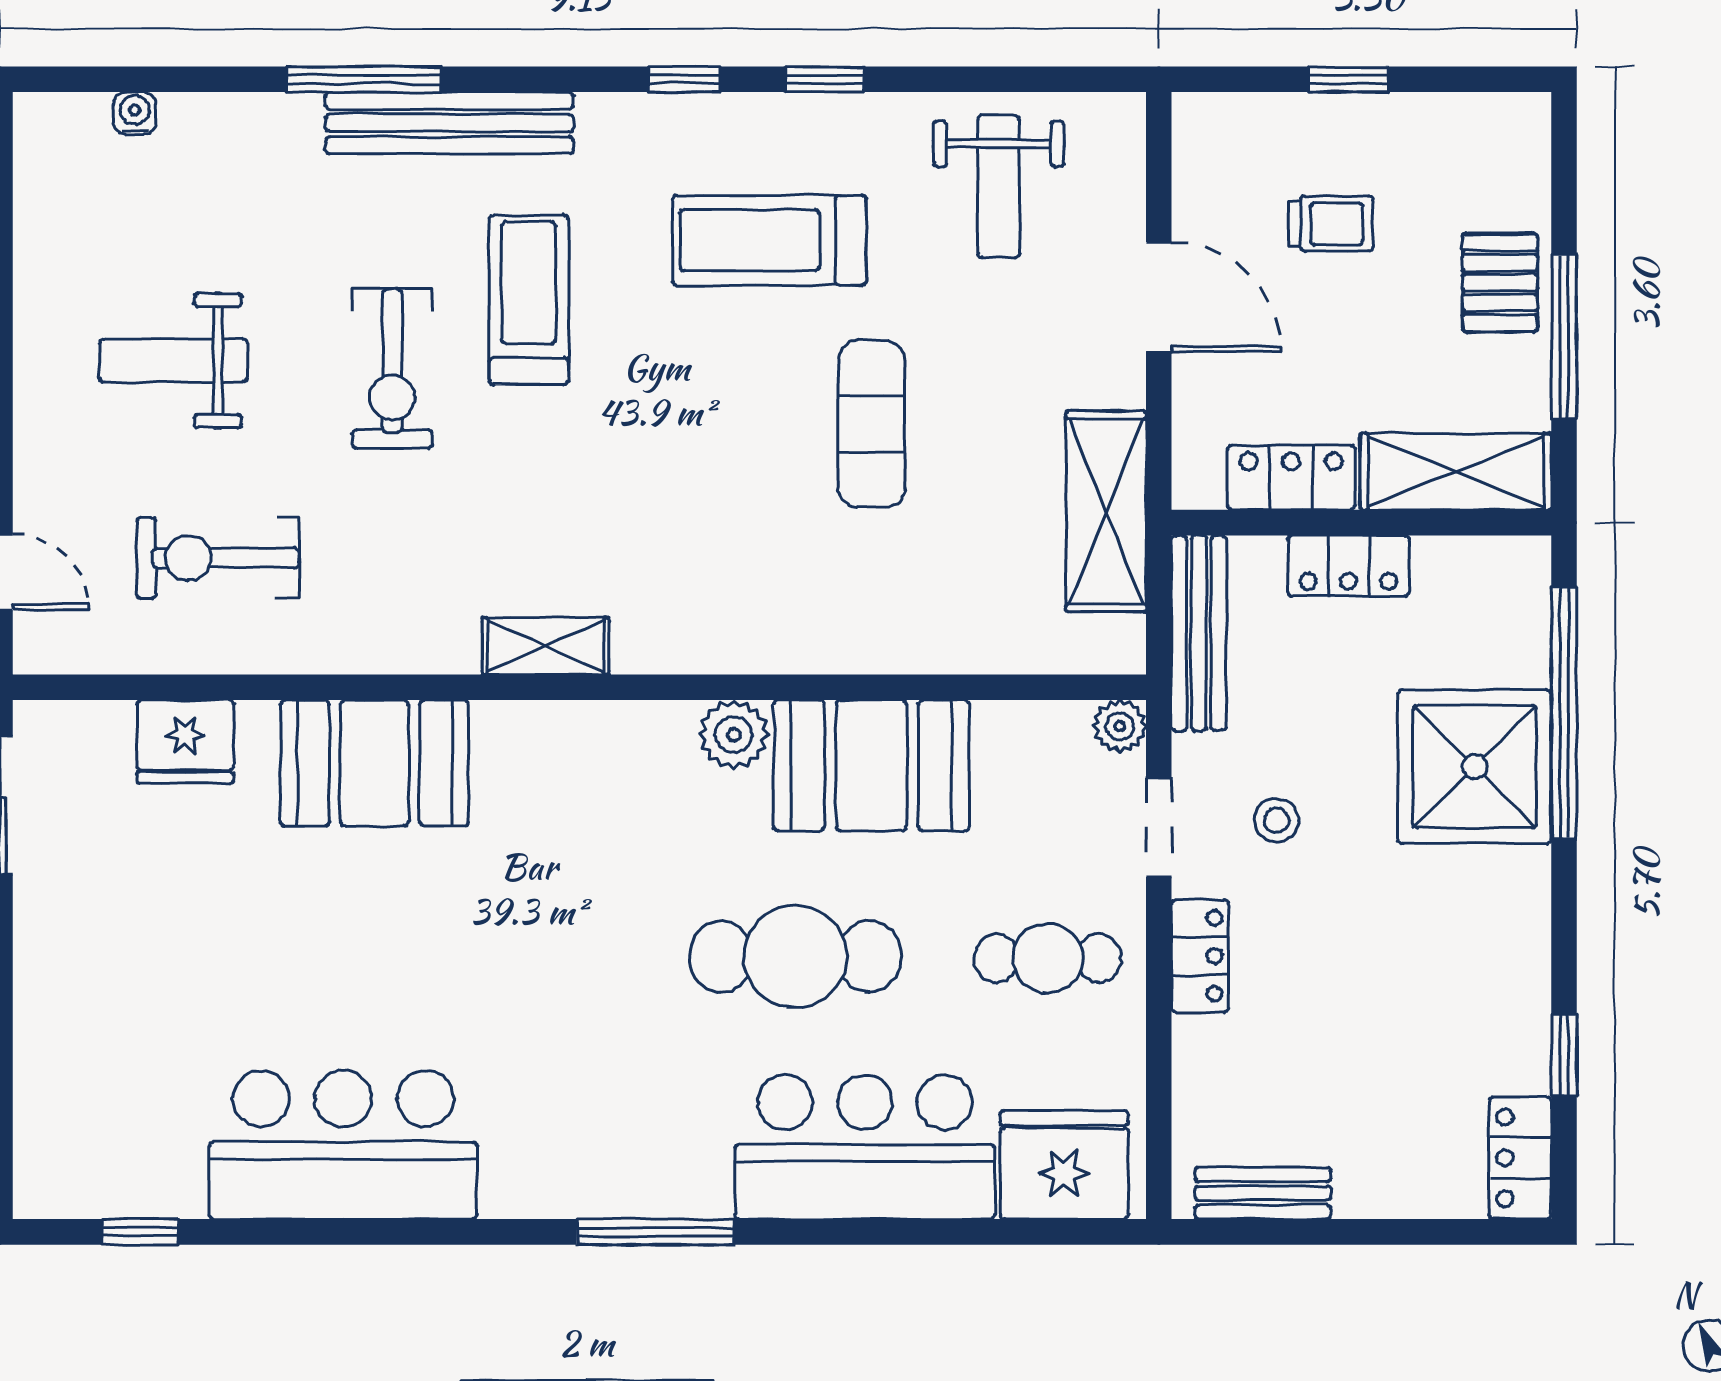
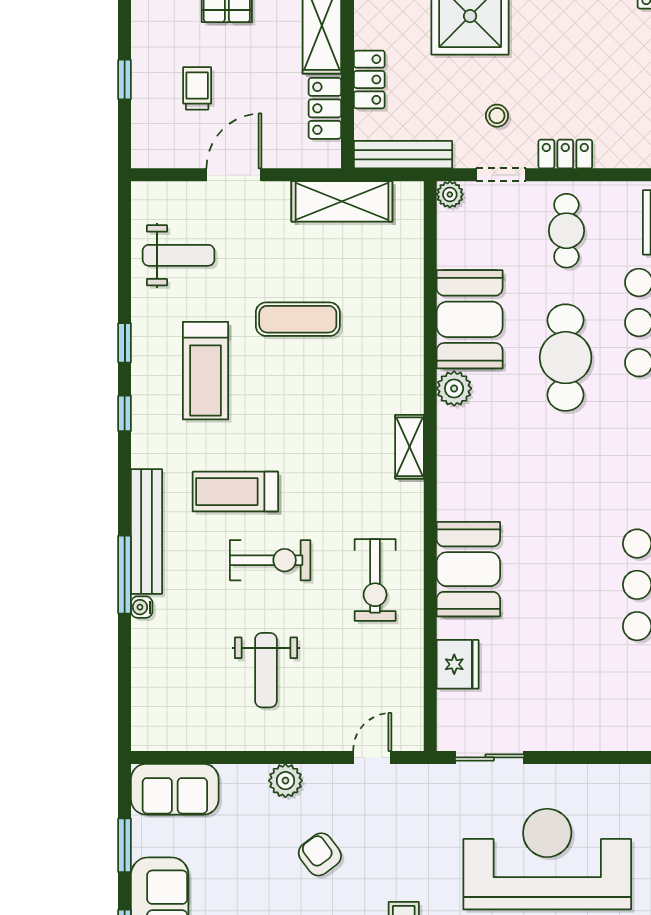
water cooler: (135, 113) -> (142, 607), moved
exercise bike: (218, 558) -> (375, 580), moved
shelving: (545, 646) -> (410, 447), moved

